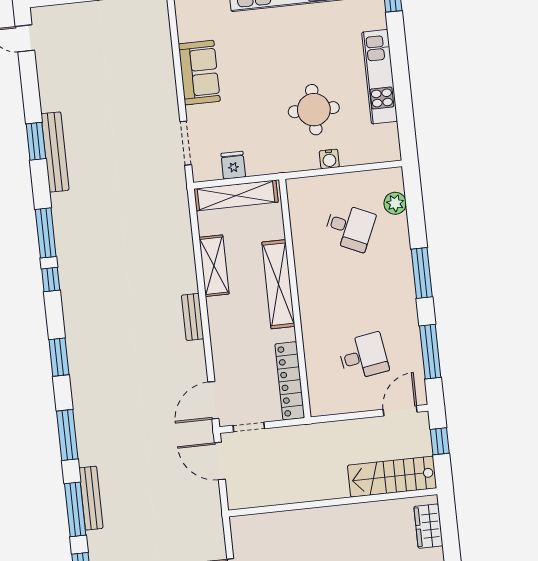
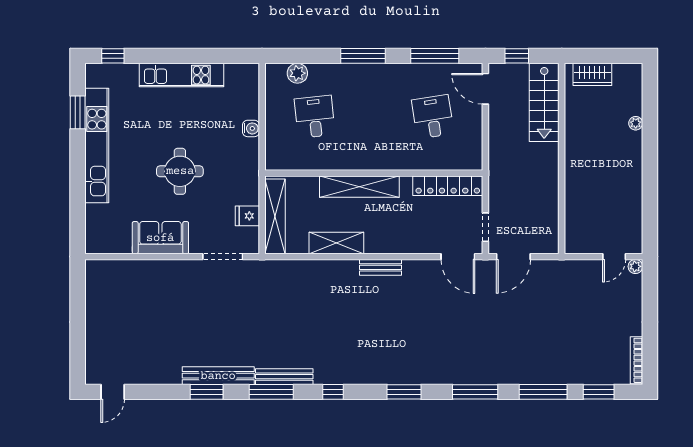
round table: (314, 110) -> (180, 171), moved
desk: (350, 227) -> (315, 117), turned -30
window: (46, 233) -> (271, 392), moved
bench: (91, 498) -> (284, 377), moved

